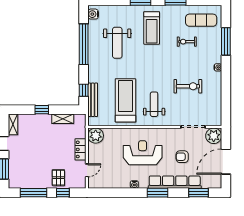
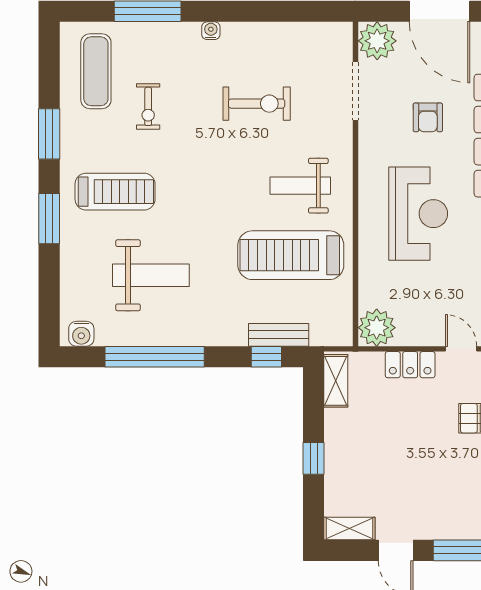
exercise bike: (188, 86) -> (257, 104), turned 90
bench: (93, 100) -> (279, 335), width x0.73
shelving: (63, 119) -> (336, 381), moved
reception desk: (143, 153) -> (418, 214), turned 180

